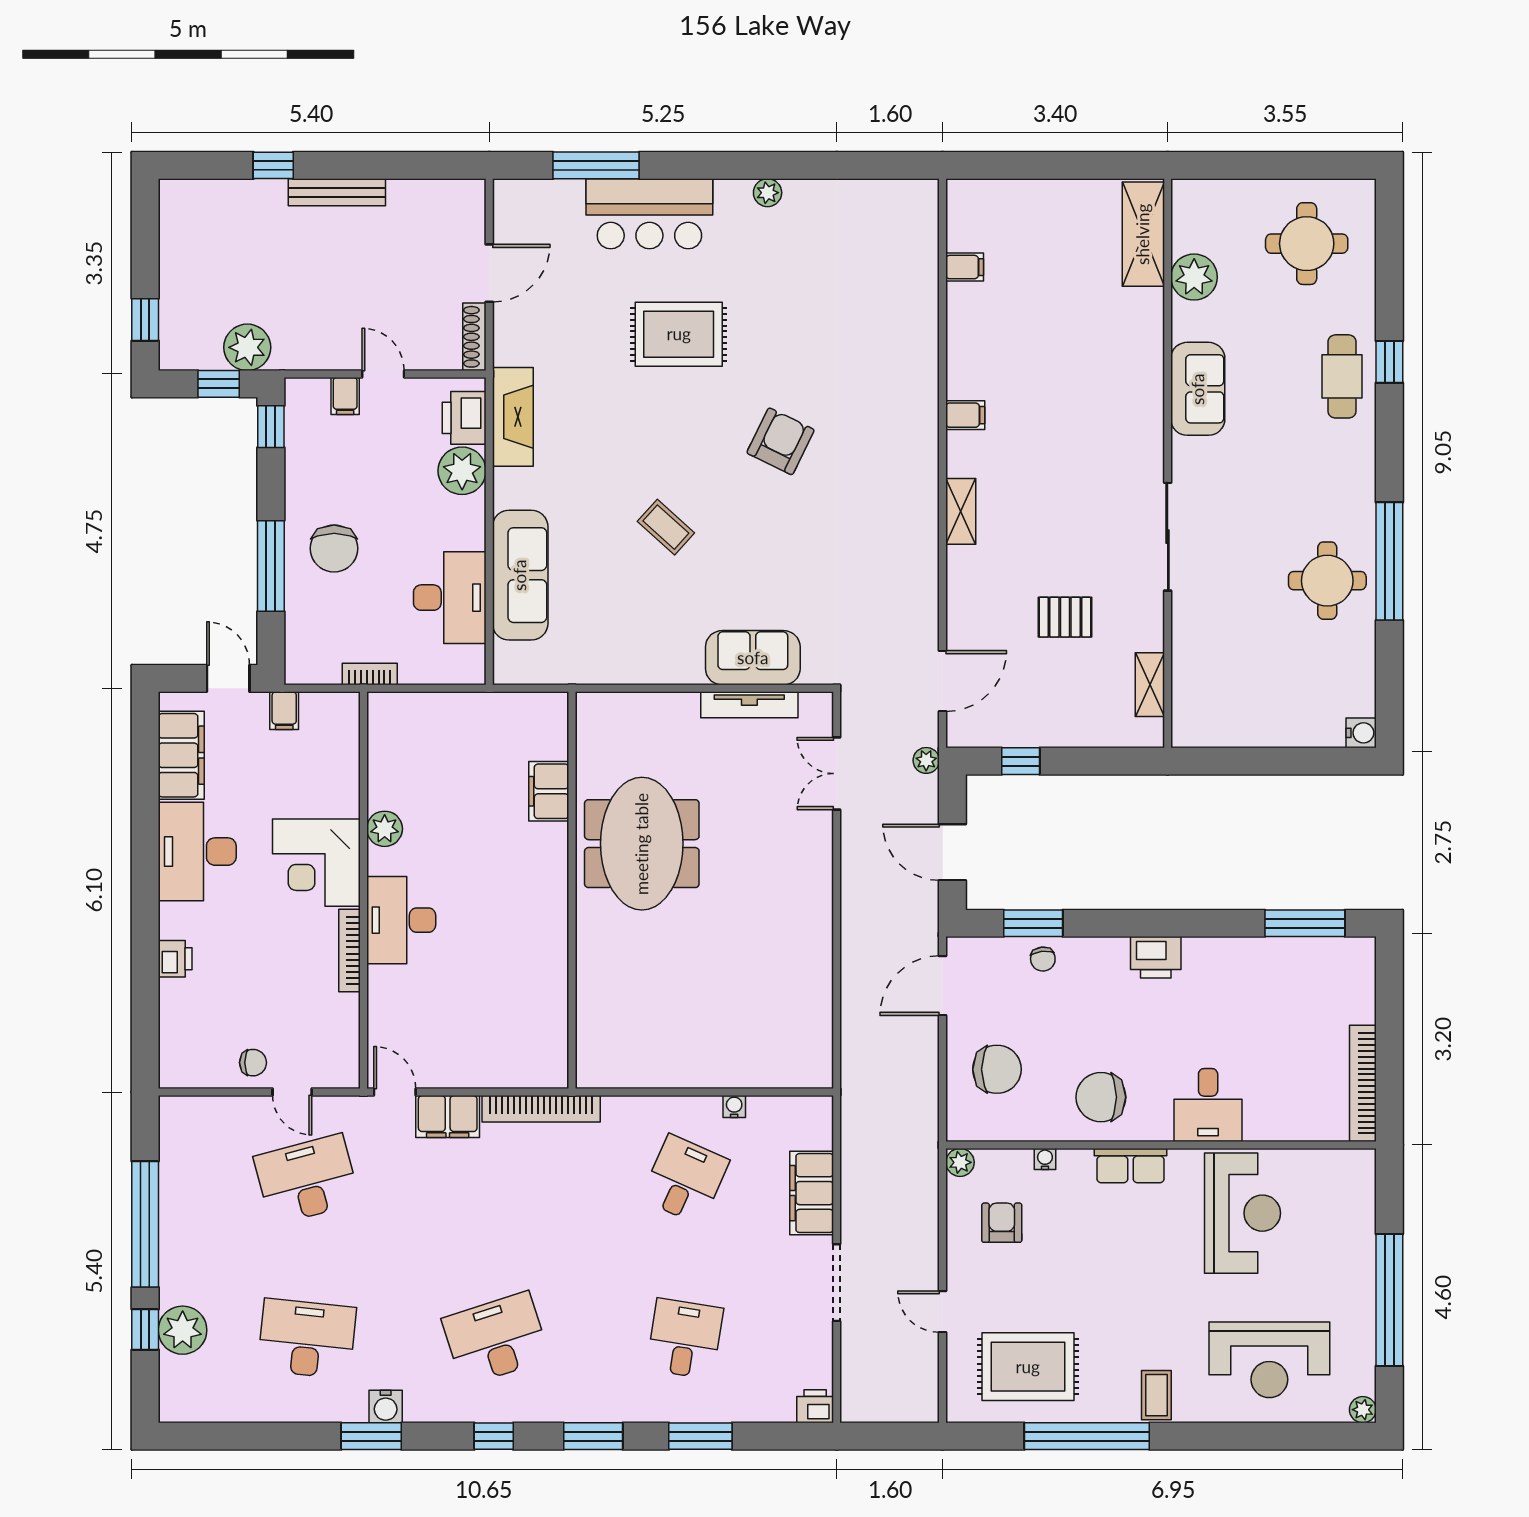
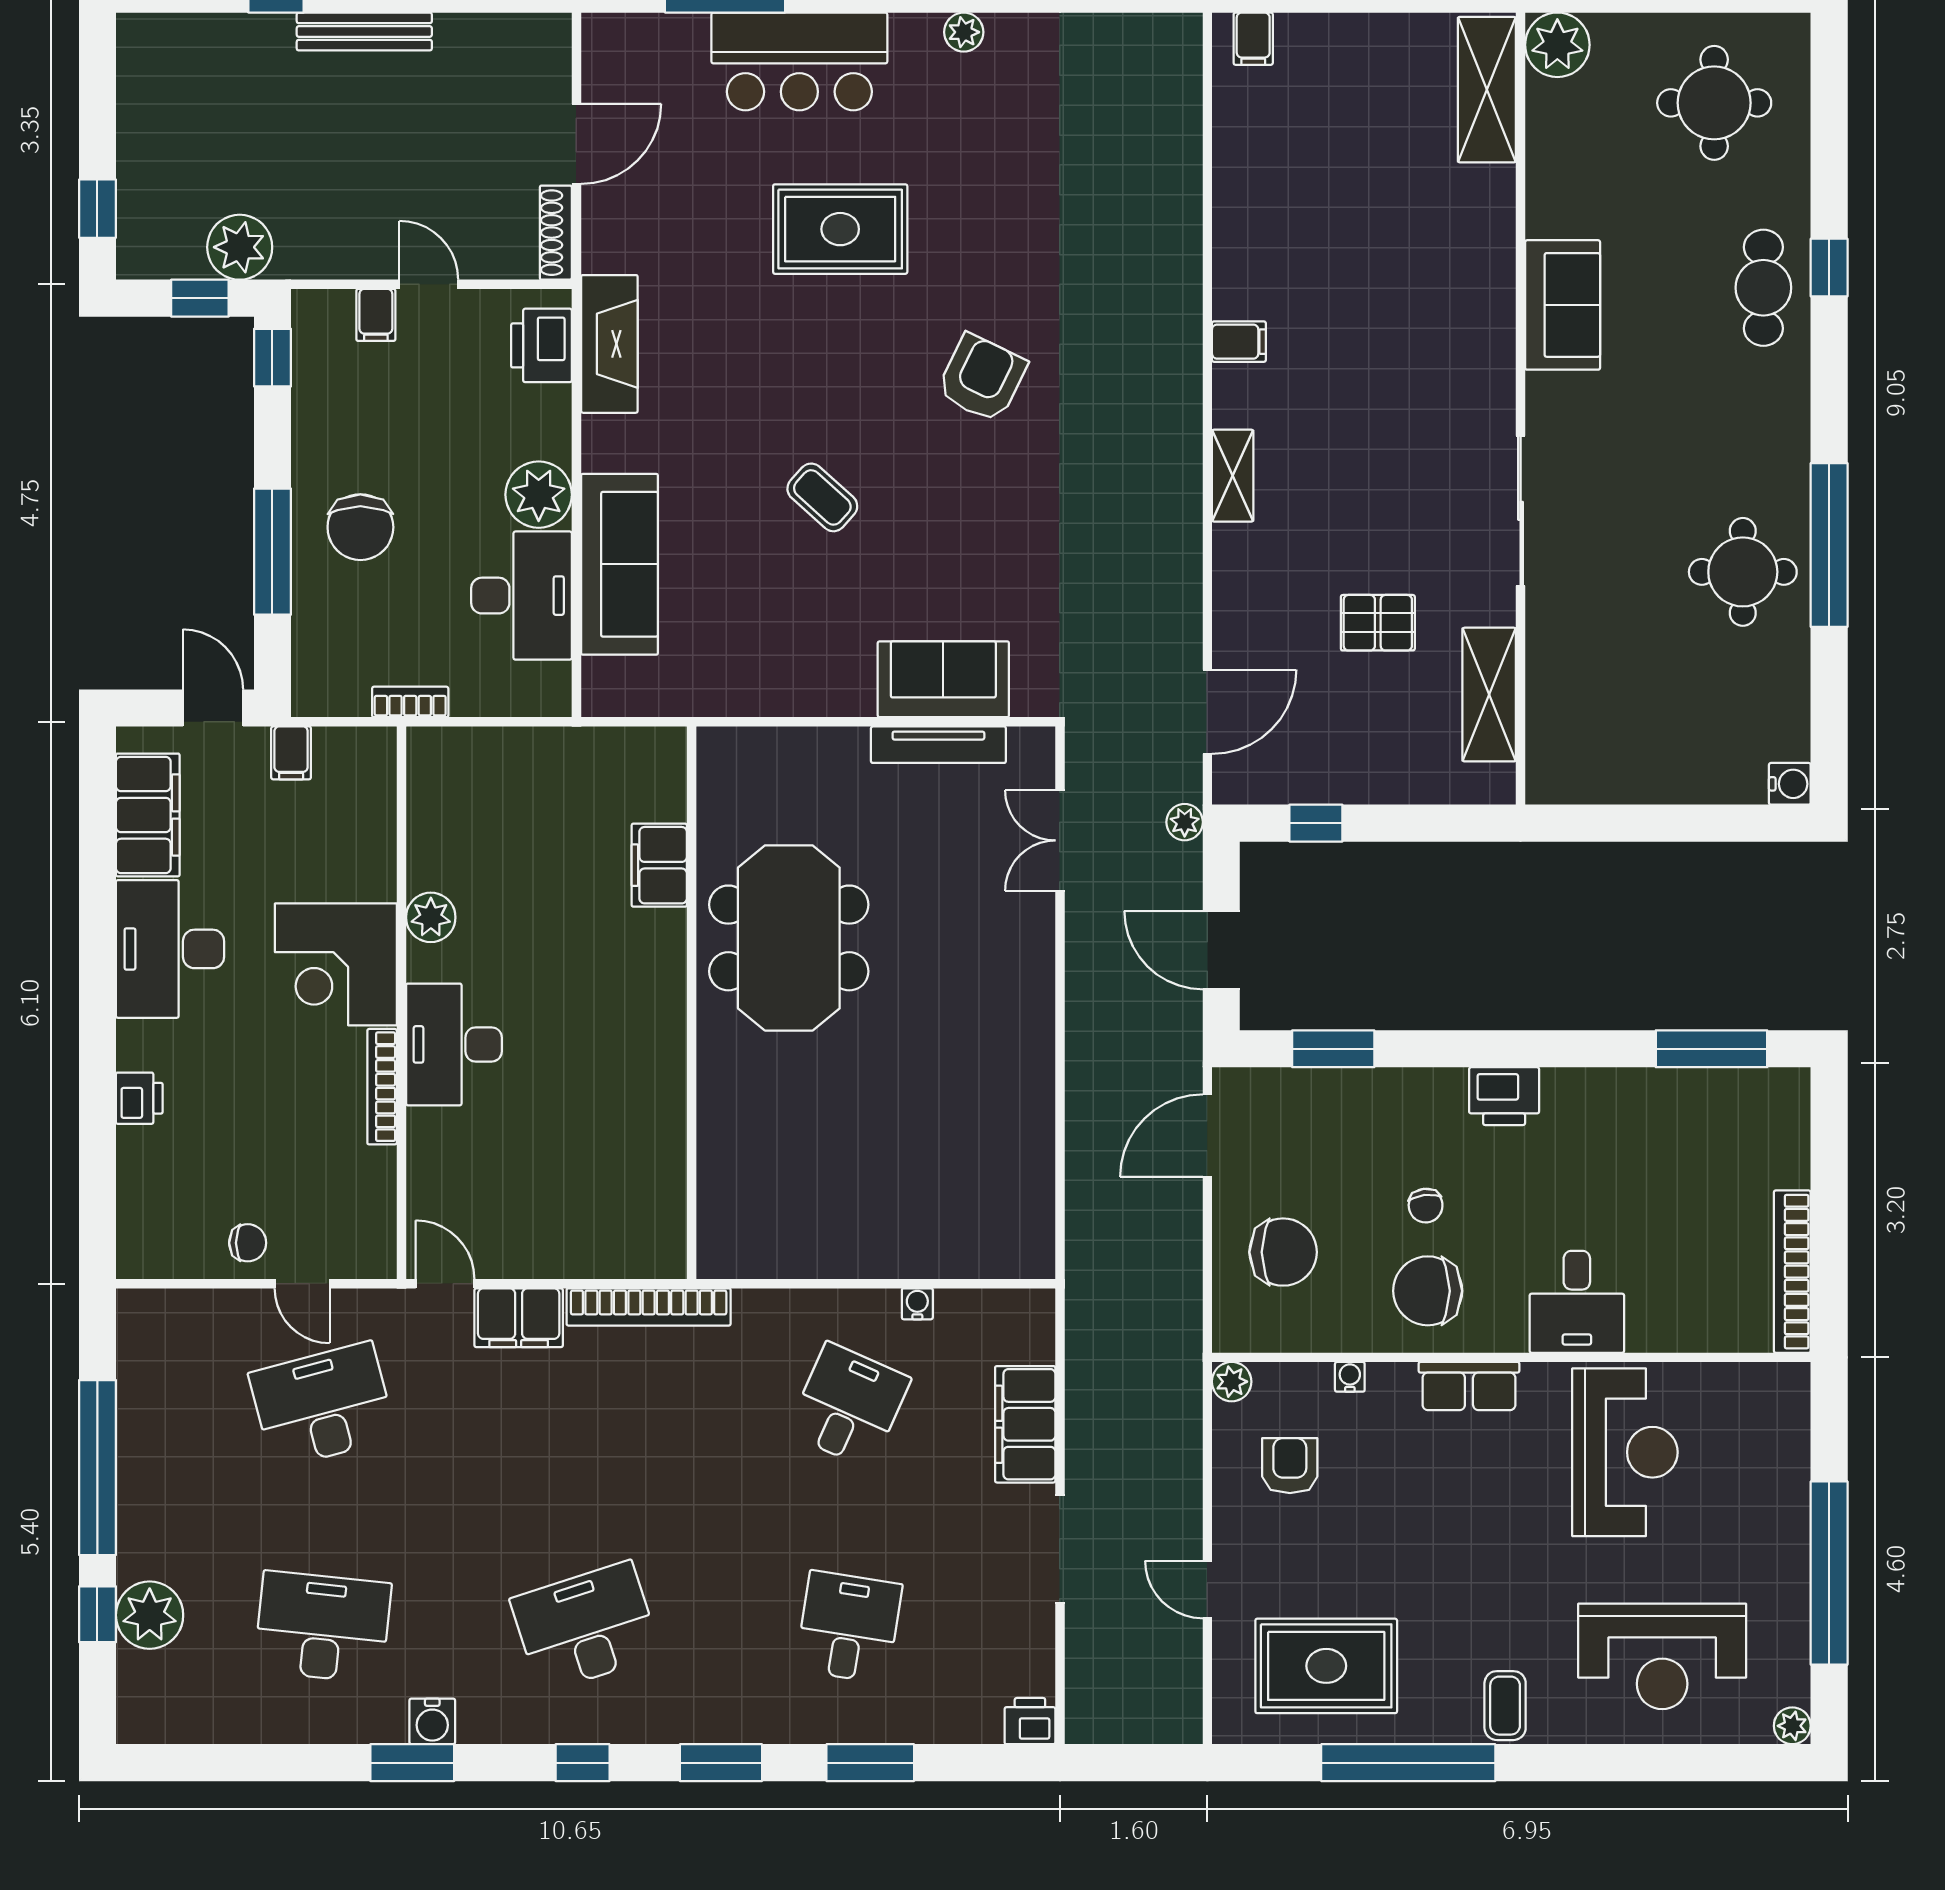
filing cabinet: (965, 267) -> (1253, 39), moved, turned 90
plant: (1194, 277) -> (1557, 45), moved
plant: (462, 471) -> (539, 495), moved
shelving: (1150, 685) -> (1489, 695), width x1.50, depth x1.33
chair: (1043, 959) -> (1426, 1206), moved

